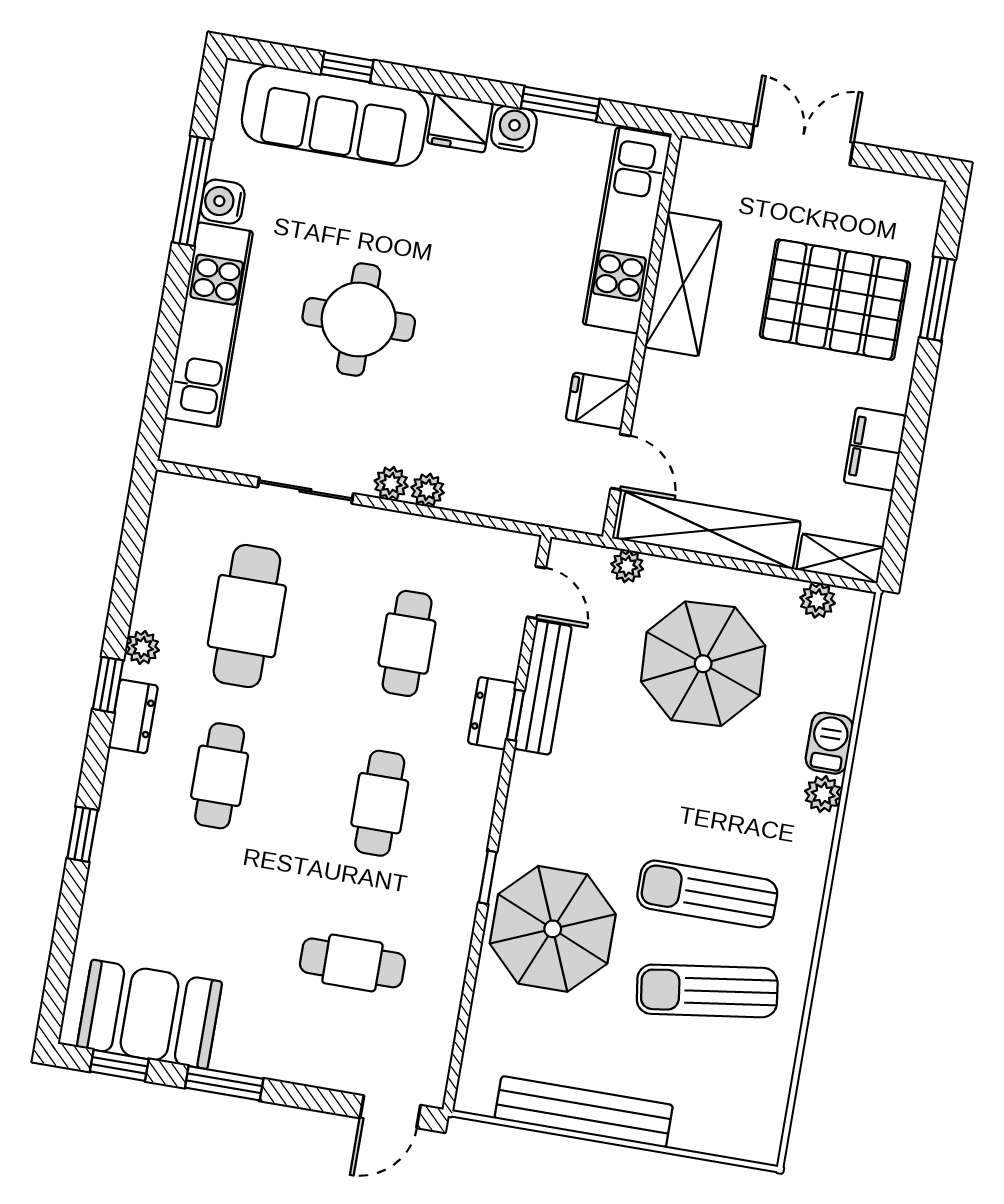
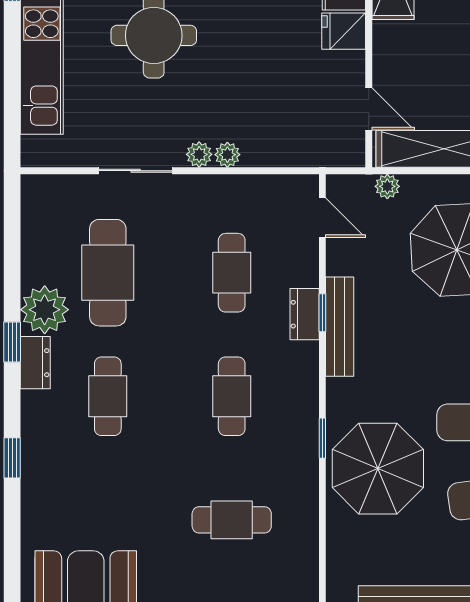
fridge: (598, 401) -> (344, 31), moved
plant: (142, 647) -> (45, 310), width x1.87, depth x1.87
bench: (543, 688) -> (340, 327), moved

